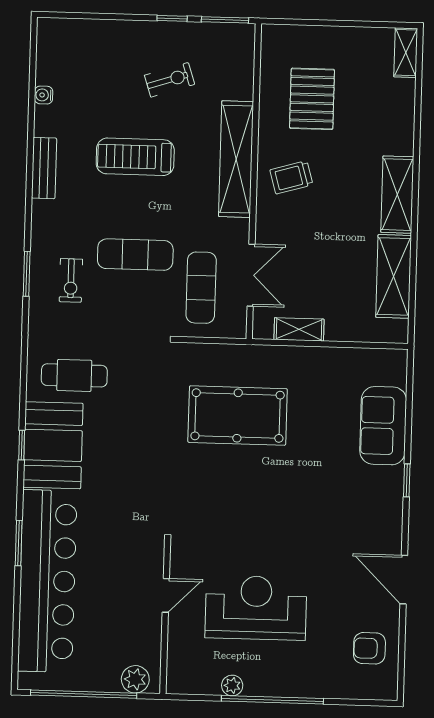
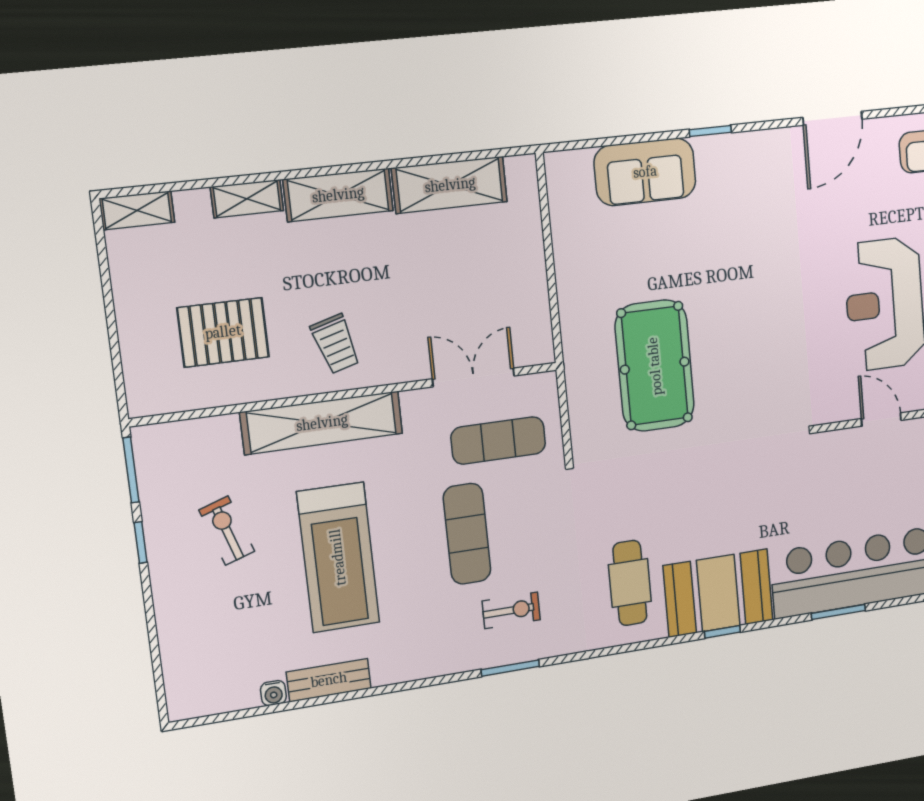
treadmill: (135, 157) -> (338, 557), width x1.37, depth x1.37
bench: (44, 168) -> (329, 680), moved
shelving: (299, 329) -> (247, 199), moved, turned 90

